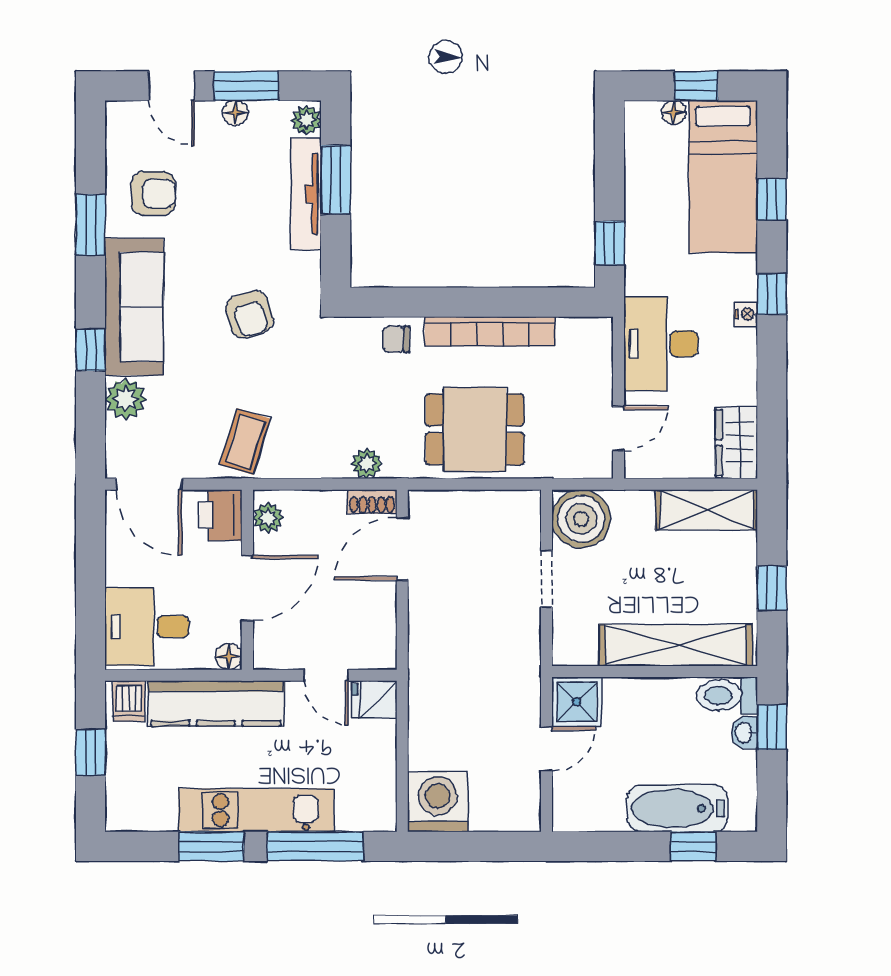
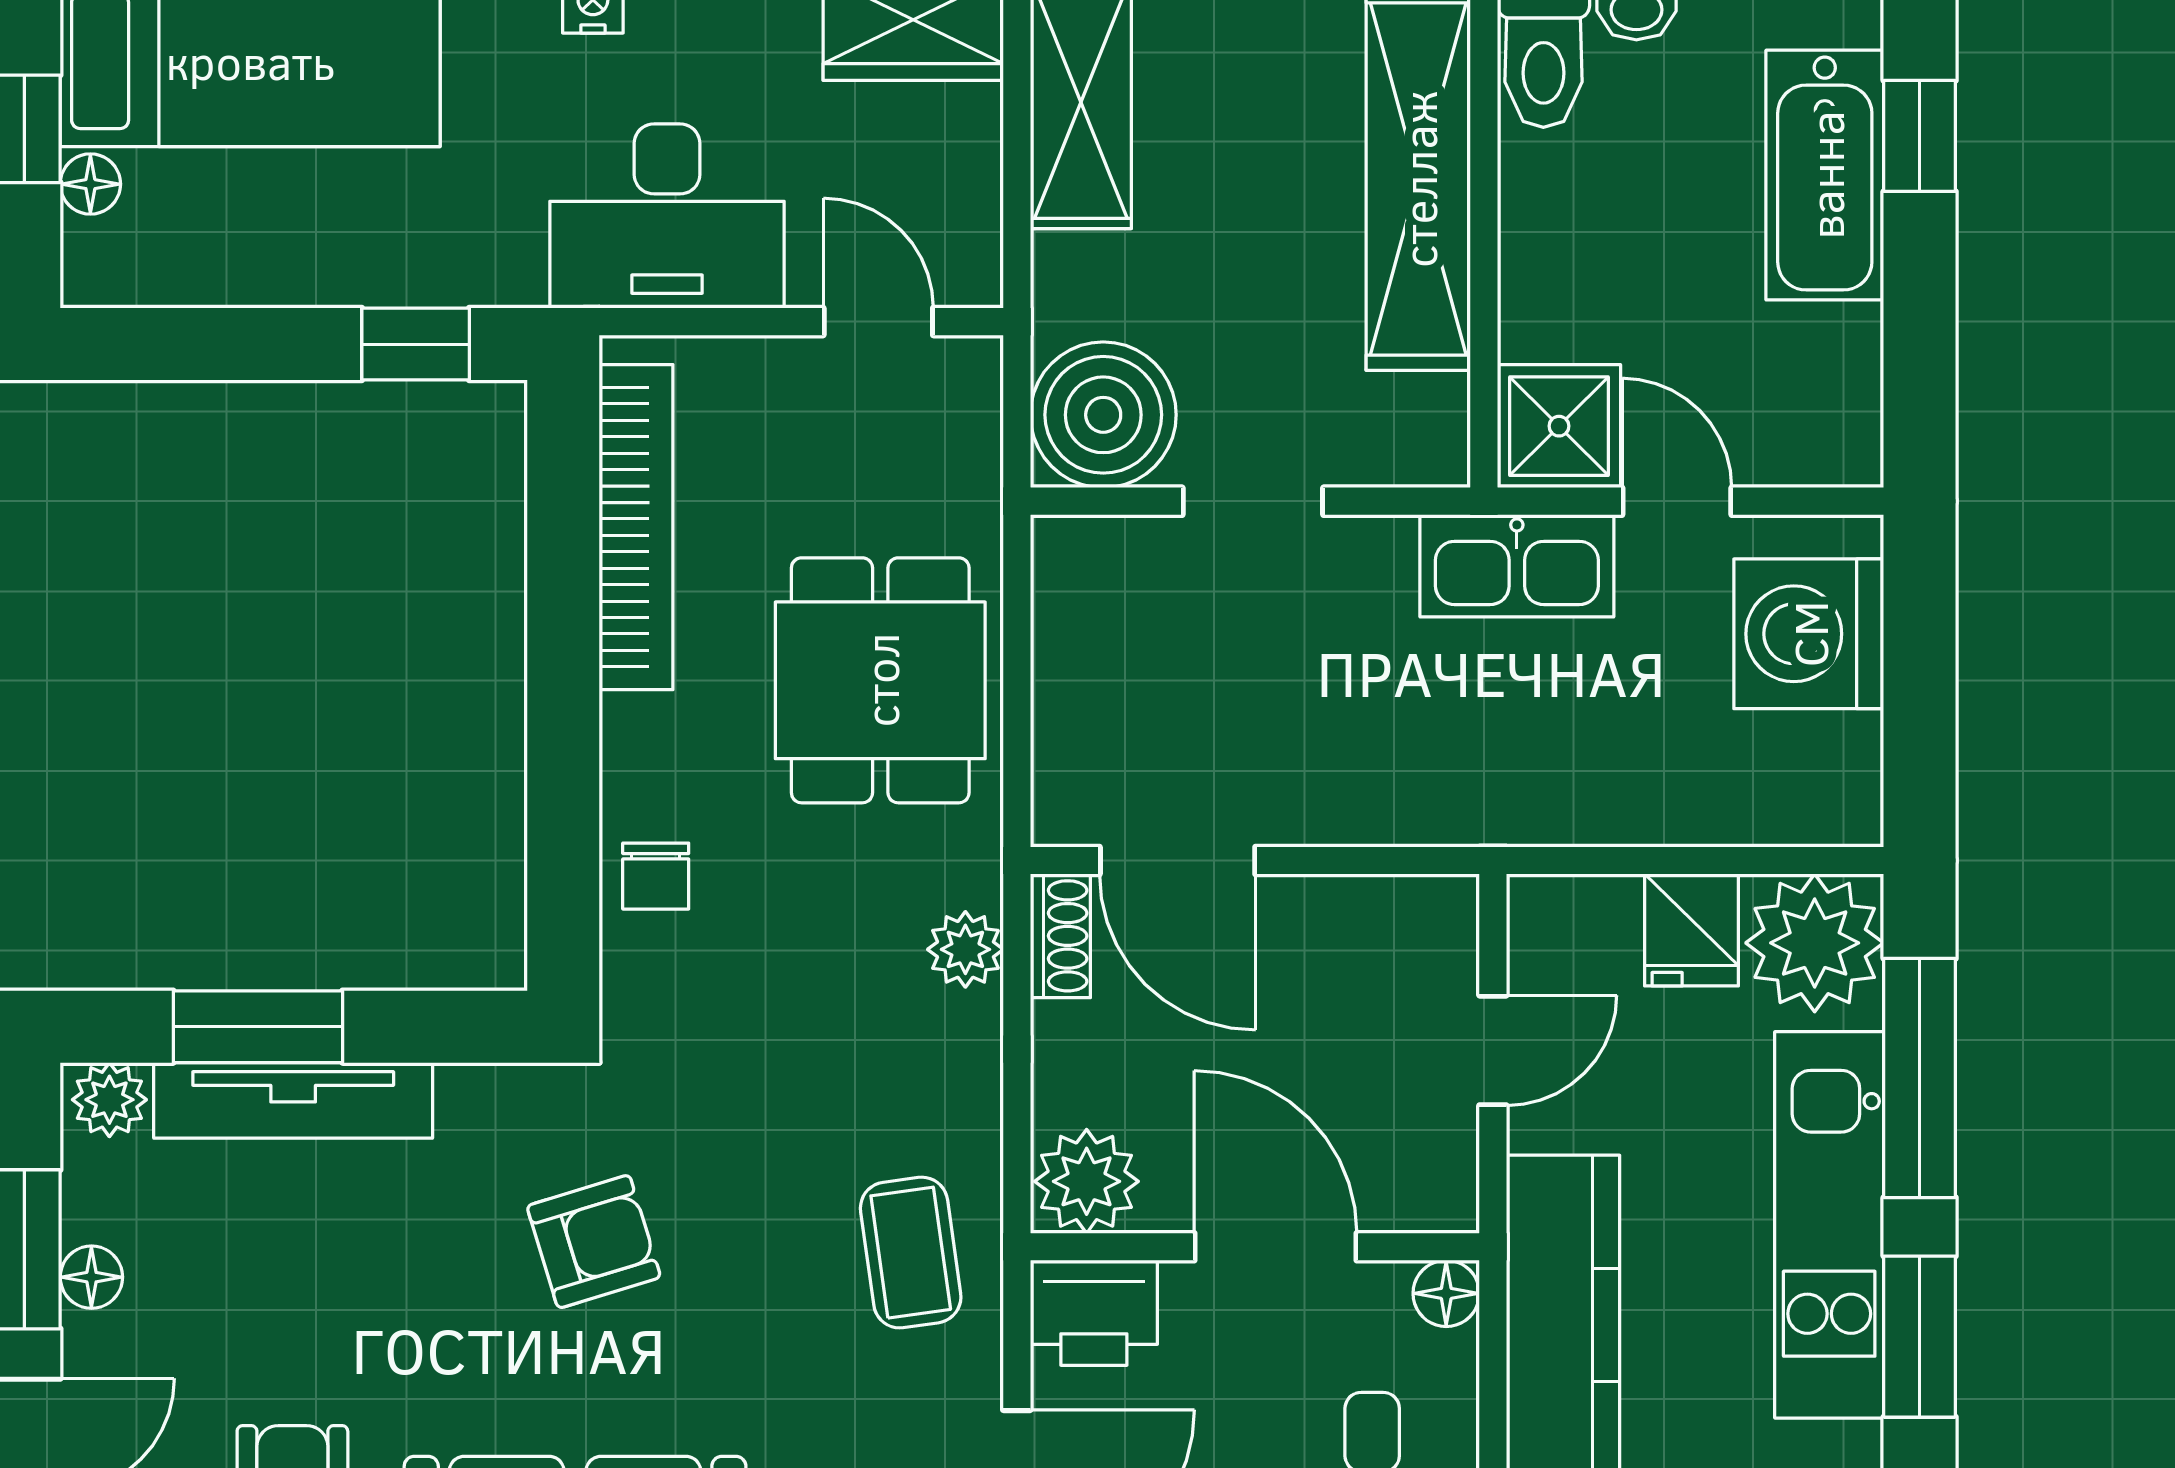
bookcase: (490, 331) -> (636, 527), moved
coffee table: (245, 442) -> (911, 1253), turned 65
plant: (268, 518) -> (1087, 1181), width x1.38, depth x1.38
kitchen sink: (521, 685) -> (1517, 566), added
fridge: (374, 699) -> (1692, 930), moved
washing machine: (438, 802) -> (1809, 634), moved
plant: (369, 804) -> (1815, 943), added

